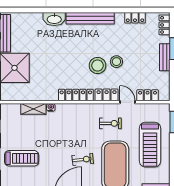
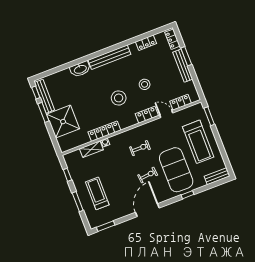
bench: (165, 57) -> (183, 66), width x1.36
stool: (98, 66) -> (119, 98), moved
locker: (76, 95) -> (104, 131), moved
exercise bike: (110, 123) -> (140, 148), moved
treadmill: (22, 158) -> (97, 193), turned -90

